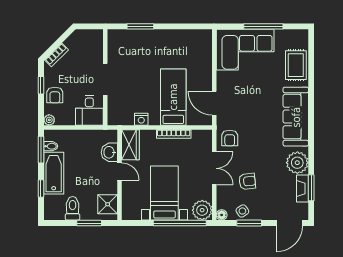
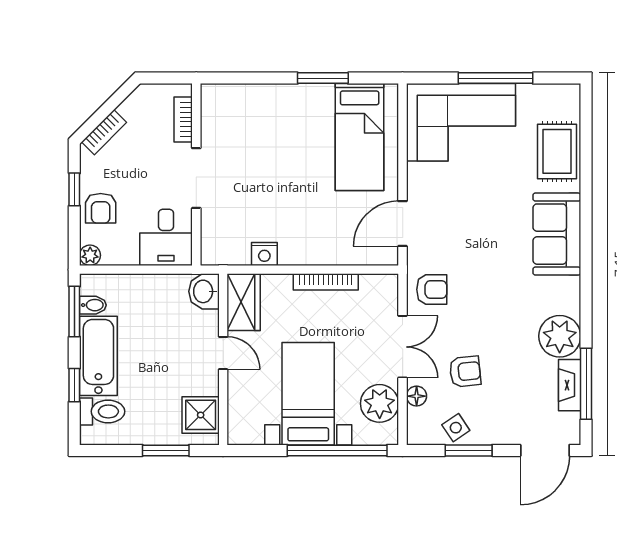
window: (140, 26) -> (323, 78), moved
bookcase: (98, 48) -> (183, 119), added
bed: (173, 97) -> (360, 137), moved, turned 180
door: (214, 103) -> (403, 224), hinge flipped
sofa: (296, 117) -> (557, 234), width x0.73
armchair: (230, 138) -> (432, 289), turned -90
washbasin: (109, 152) -> (204, 291), moved
window: (311, 188) -> (586, 384), width x1.44
toilet: (73, 208) -> (102, 411), moved, turned 90
plant: (202, 210) -> (380, 403), moved
floor lamp: (222, 215) -> (417, 396), moved

